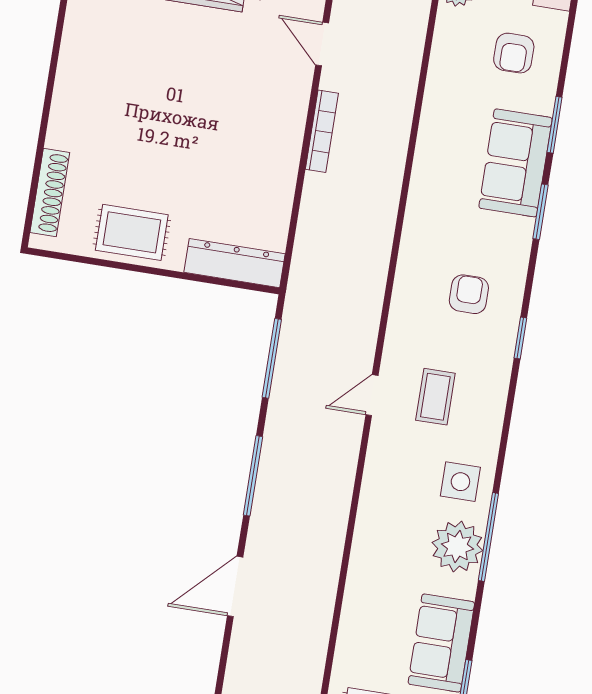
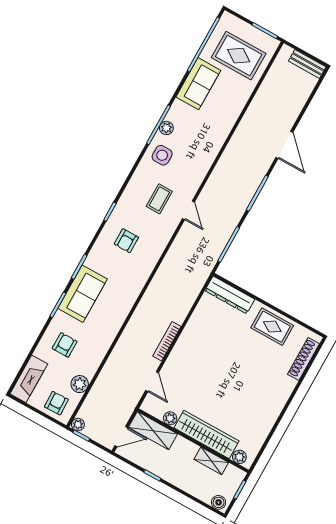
door: (372, 395) -> (188, 210), hinge flipped
plant: (457, 547) -> (166, 128), width x0.53, depth x0.53
door: (235, 586) -> (284, 145), hinge flipped

